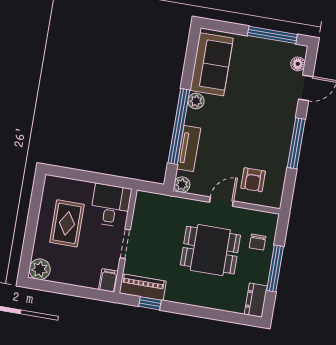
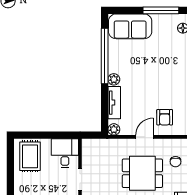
sofa: (212, 64) -> (130, 26), moved, turned 90
plant: (196, 101) -> (114, 79), moved
window: (179, 126) -> (105, 56), moved
rug: (67, 223) -> (30, 156), moved

